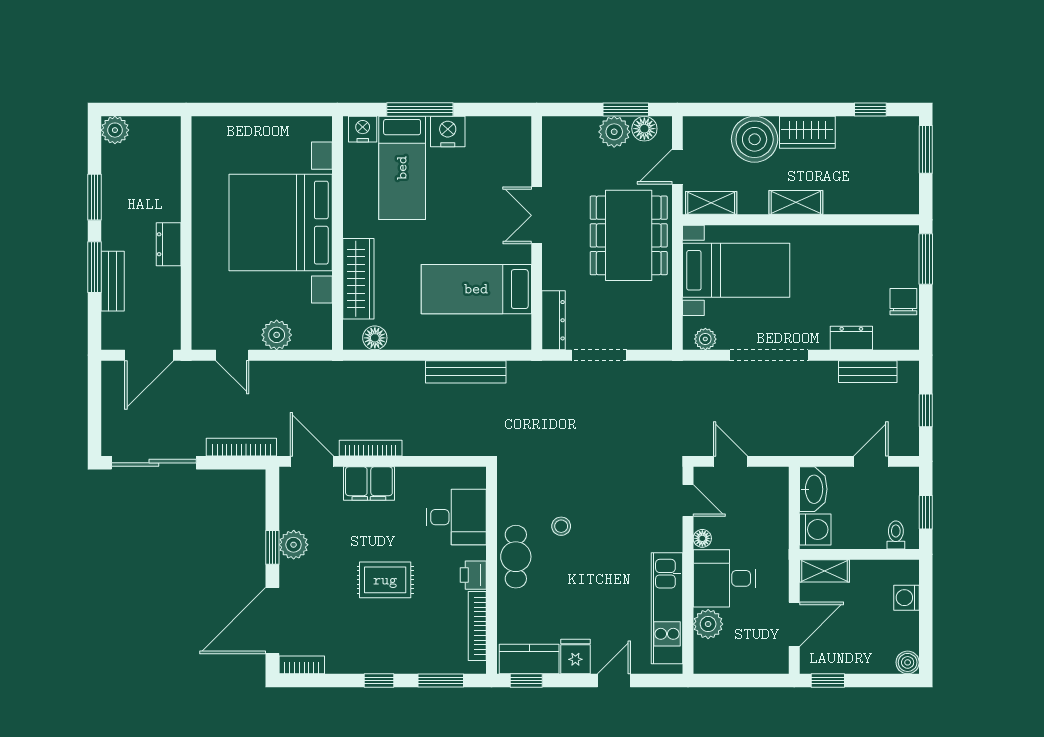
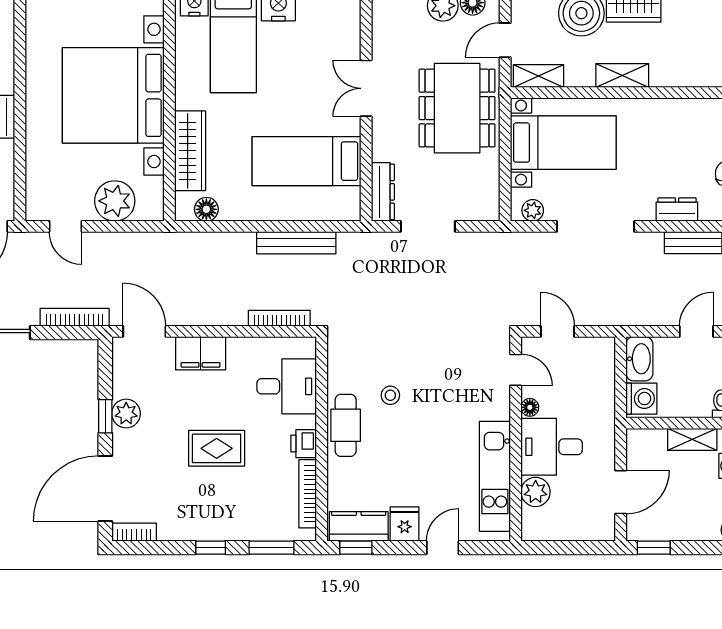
plant: (277, 335) -> (115, 201), width x1.36, depth x1.36
bookcase: (371, 448) -> (279, 318), moved
shelving: (824, 571) -> (692, 439), moved

